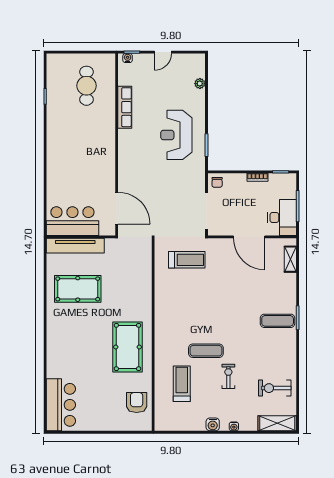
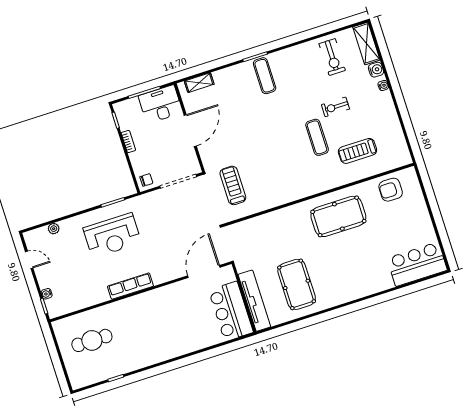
door: (163, 52) -> (29, 260), moved
water cooler: (128, 58) -> (47, 294), moved
row of seats: (125, 107) -> (130, 286), moved
water cooler: (213, 424) -> (376, 70), moved

